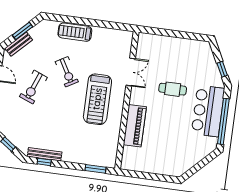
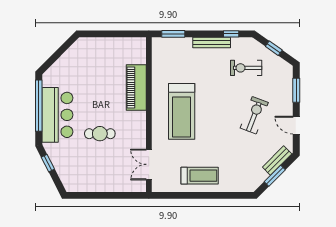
treadmill: (75, 32) -> (200, 176), moved
exercise bike: (67, 72) -> (246, 68), moved, turned -60
double door: (131, 72) -> (149, 164), moved
treadmill: (97, 99) -> (182, 111), turned 180
bench: (45, 154) -> (212, 42), moved

